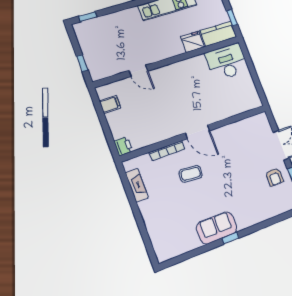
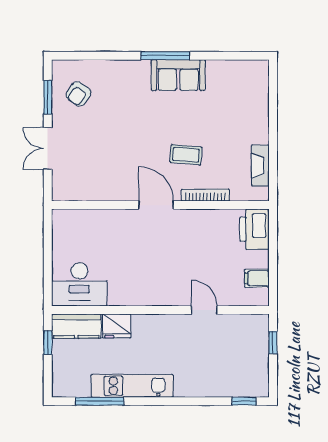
printer: (123, 146) -> (254, 229), width x1.87, depth x1.48
armchair: (274, 177) -> (78, 94), moved, turned -145
window: (230, 238) -> (165, 56), width x2.17

